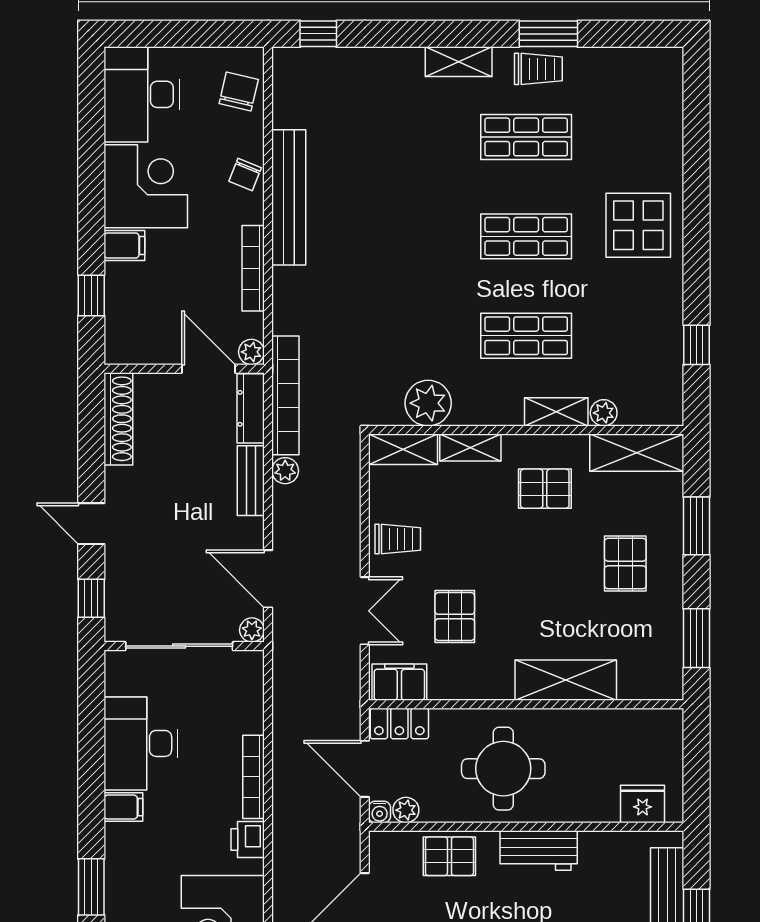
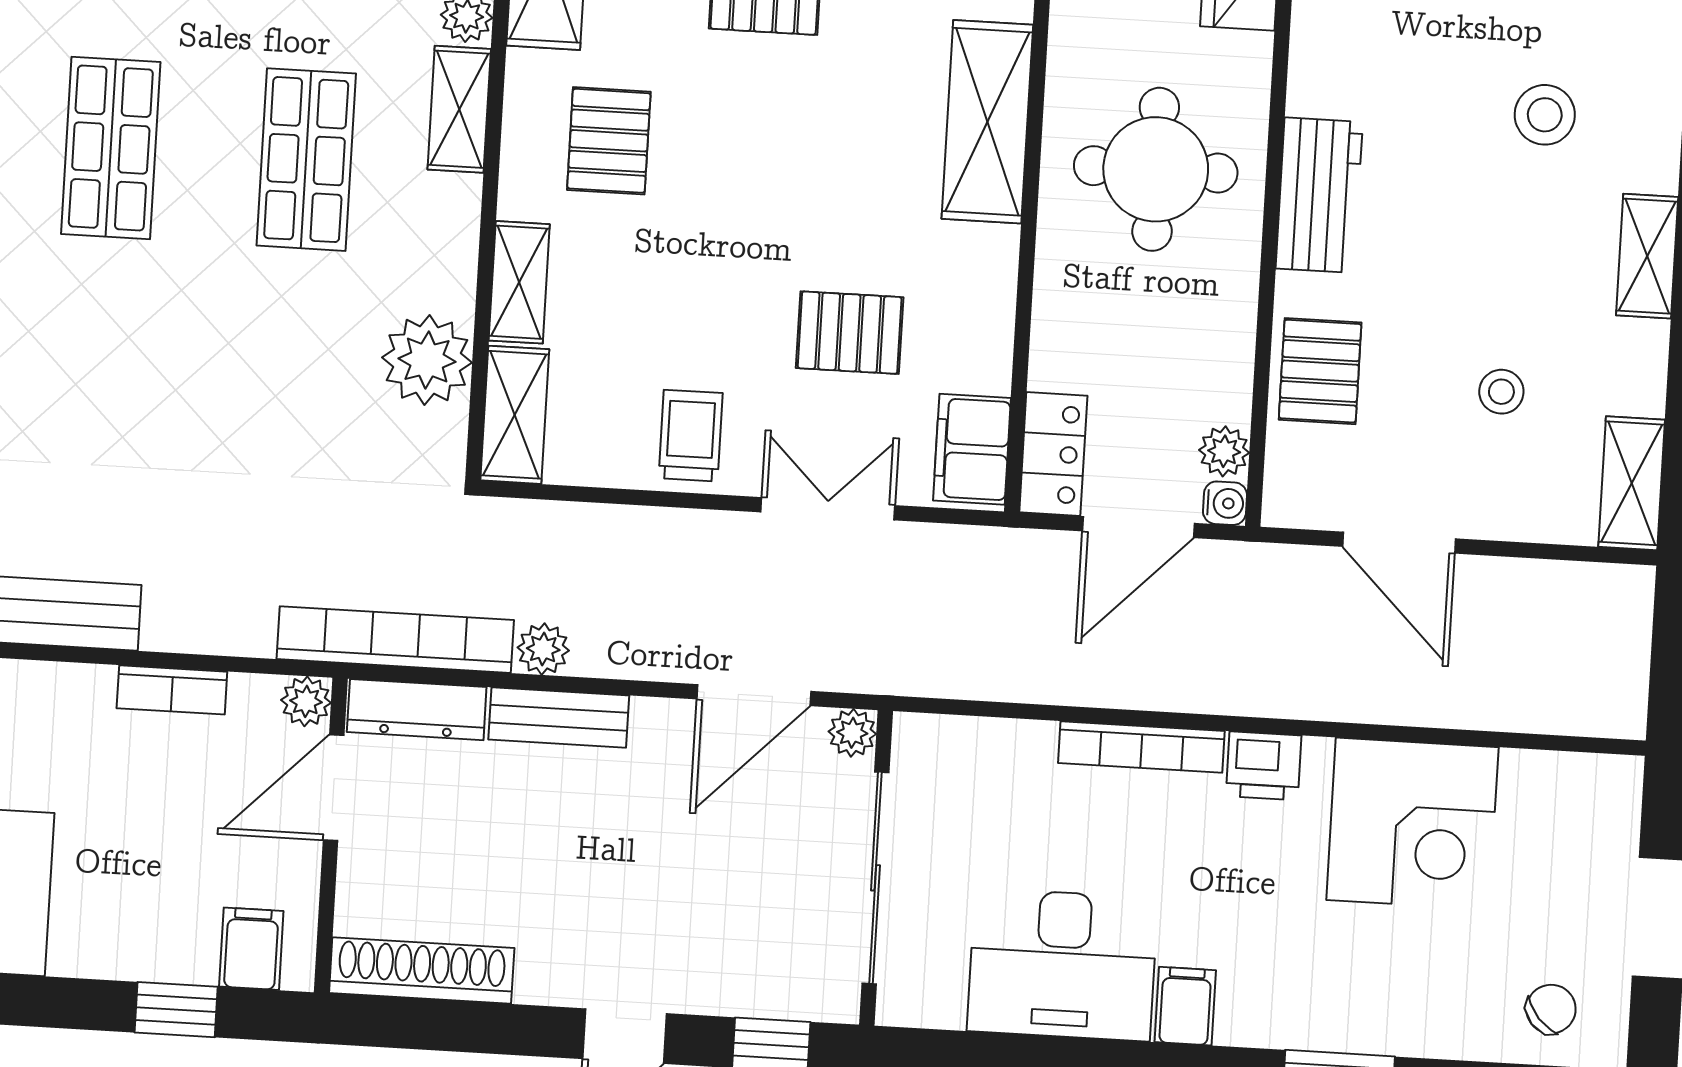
filing cabinet: (124, 246) -> (251, 949), moved
bookcase: (253, 268) -> (172, 690), width x0.64
round table: (503, 769) -> (1156, 169), moved

